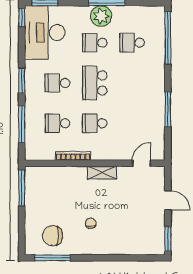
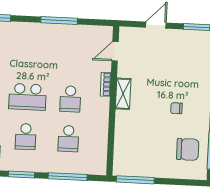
bookcase: (73, 156) -> (106, 84), moved, width x0.64
door: (141, 163) -> (115, 51), hinge flipped
chair: (53, 236) -> (188, 149), turned -93

